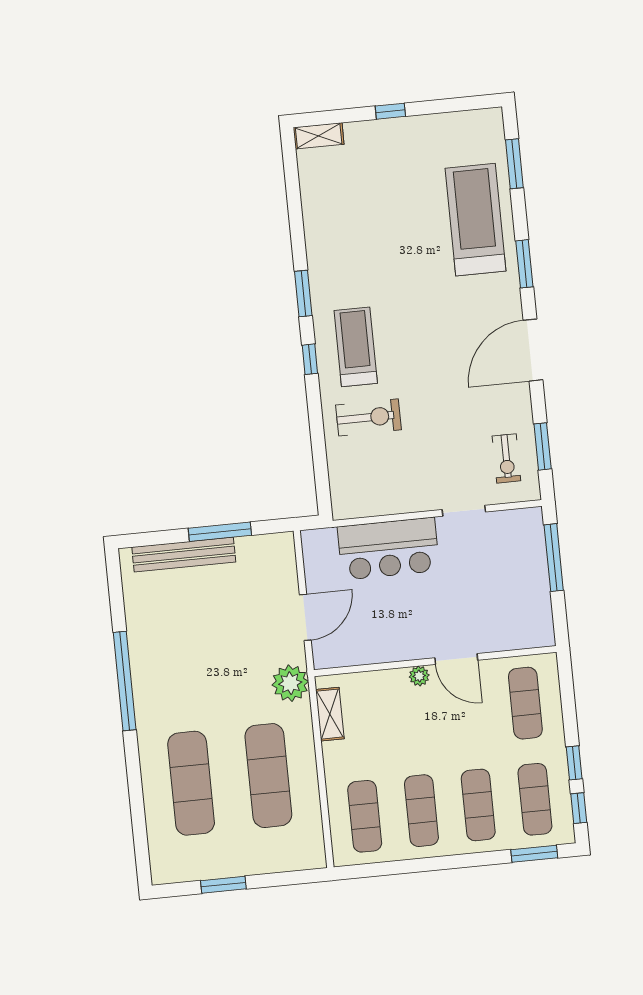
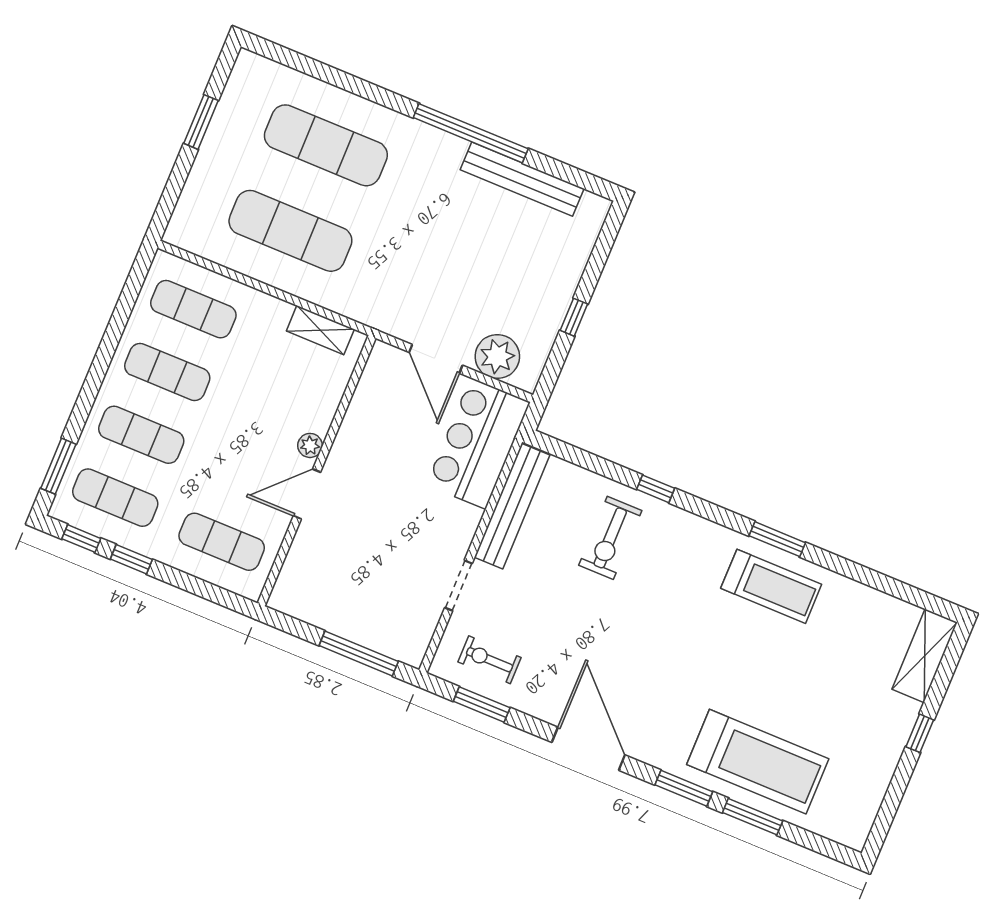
shelving: (319, 136) -> (925, 656), width x1.50, depth x1.33
window: (514, 164) -> (753, 817), moved
treadmill: (356, 347) -> (771, 586), moved
window: (310, 359) -> (656, 489), moved
bench: (384, 503) -> (512, 506), added
window: (220, 532) -> (574, 317), width x0.46
bar counter: (388, 549) -> (478, 444), moved
bench: (184, 555) -> (522, 179), moved, turned 90
plant: (290, 683) -> (497, 356), moved

